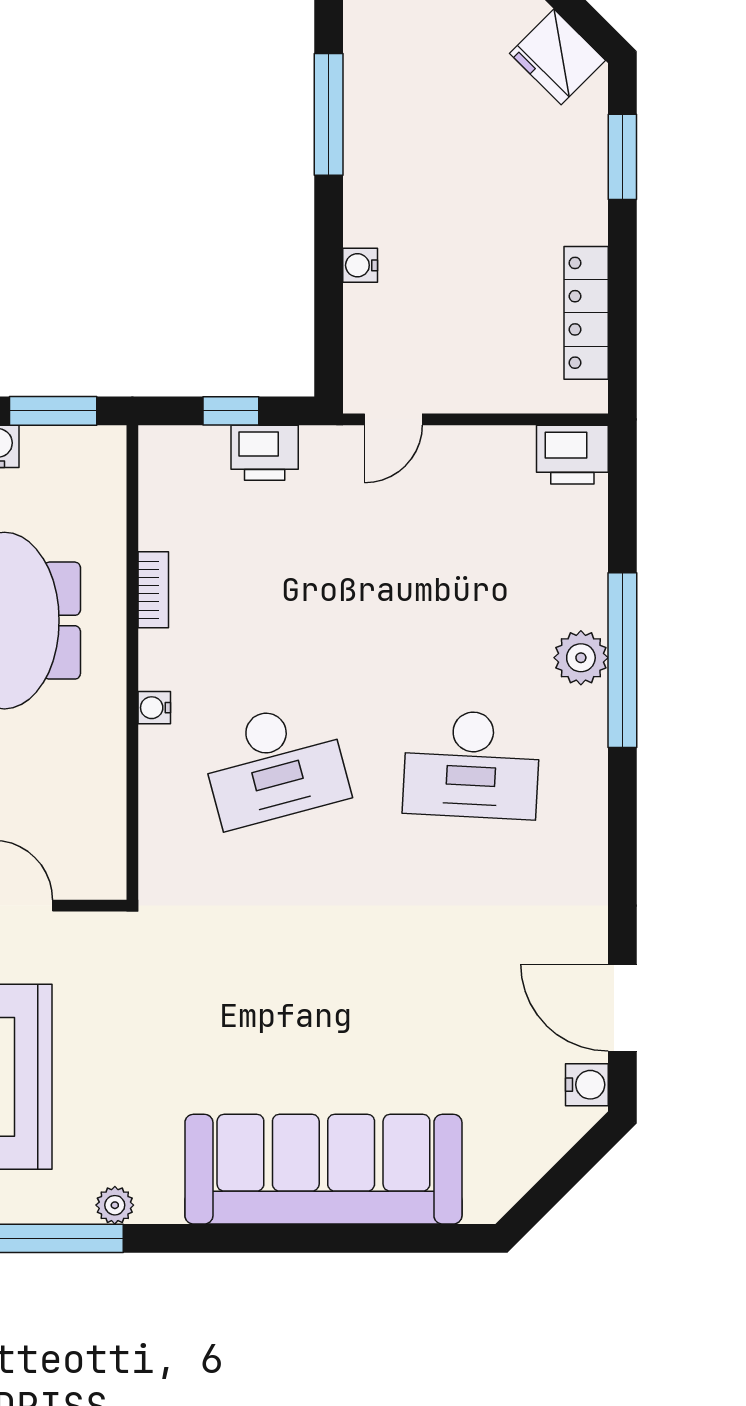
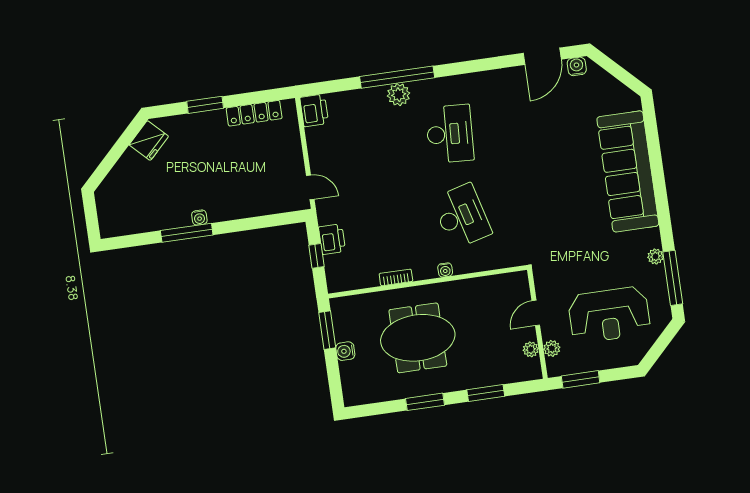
window: (622, 157) -> (205, 105), moved
water cooler: (360, 265) -> (199, 217), moved

